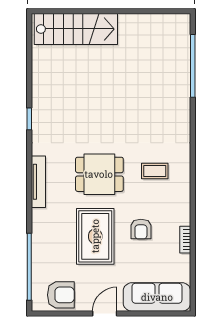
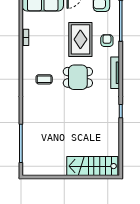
armchair: (141, 229) -> (107, 41), moved

